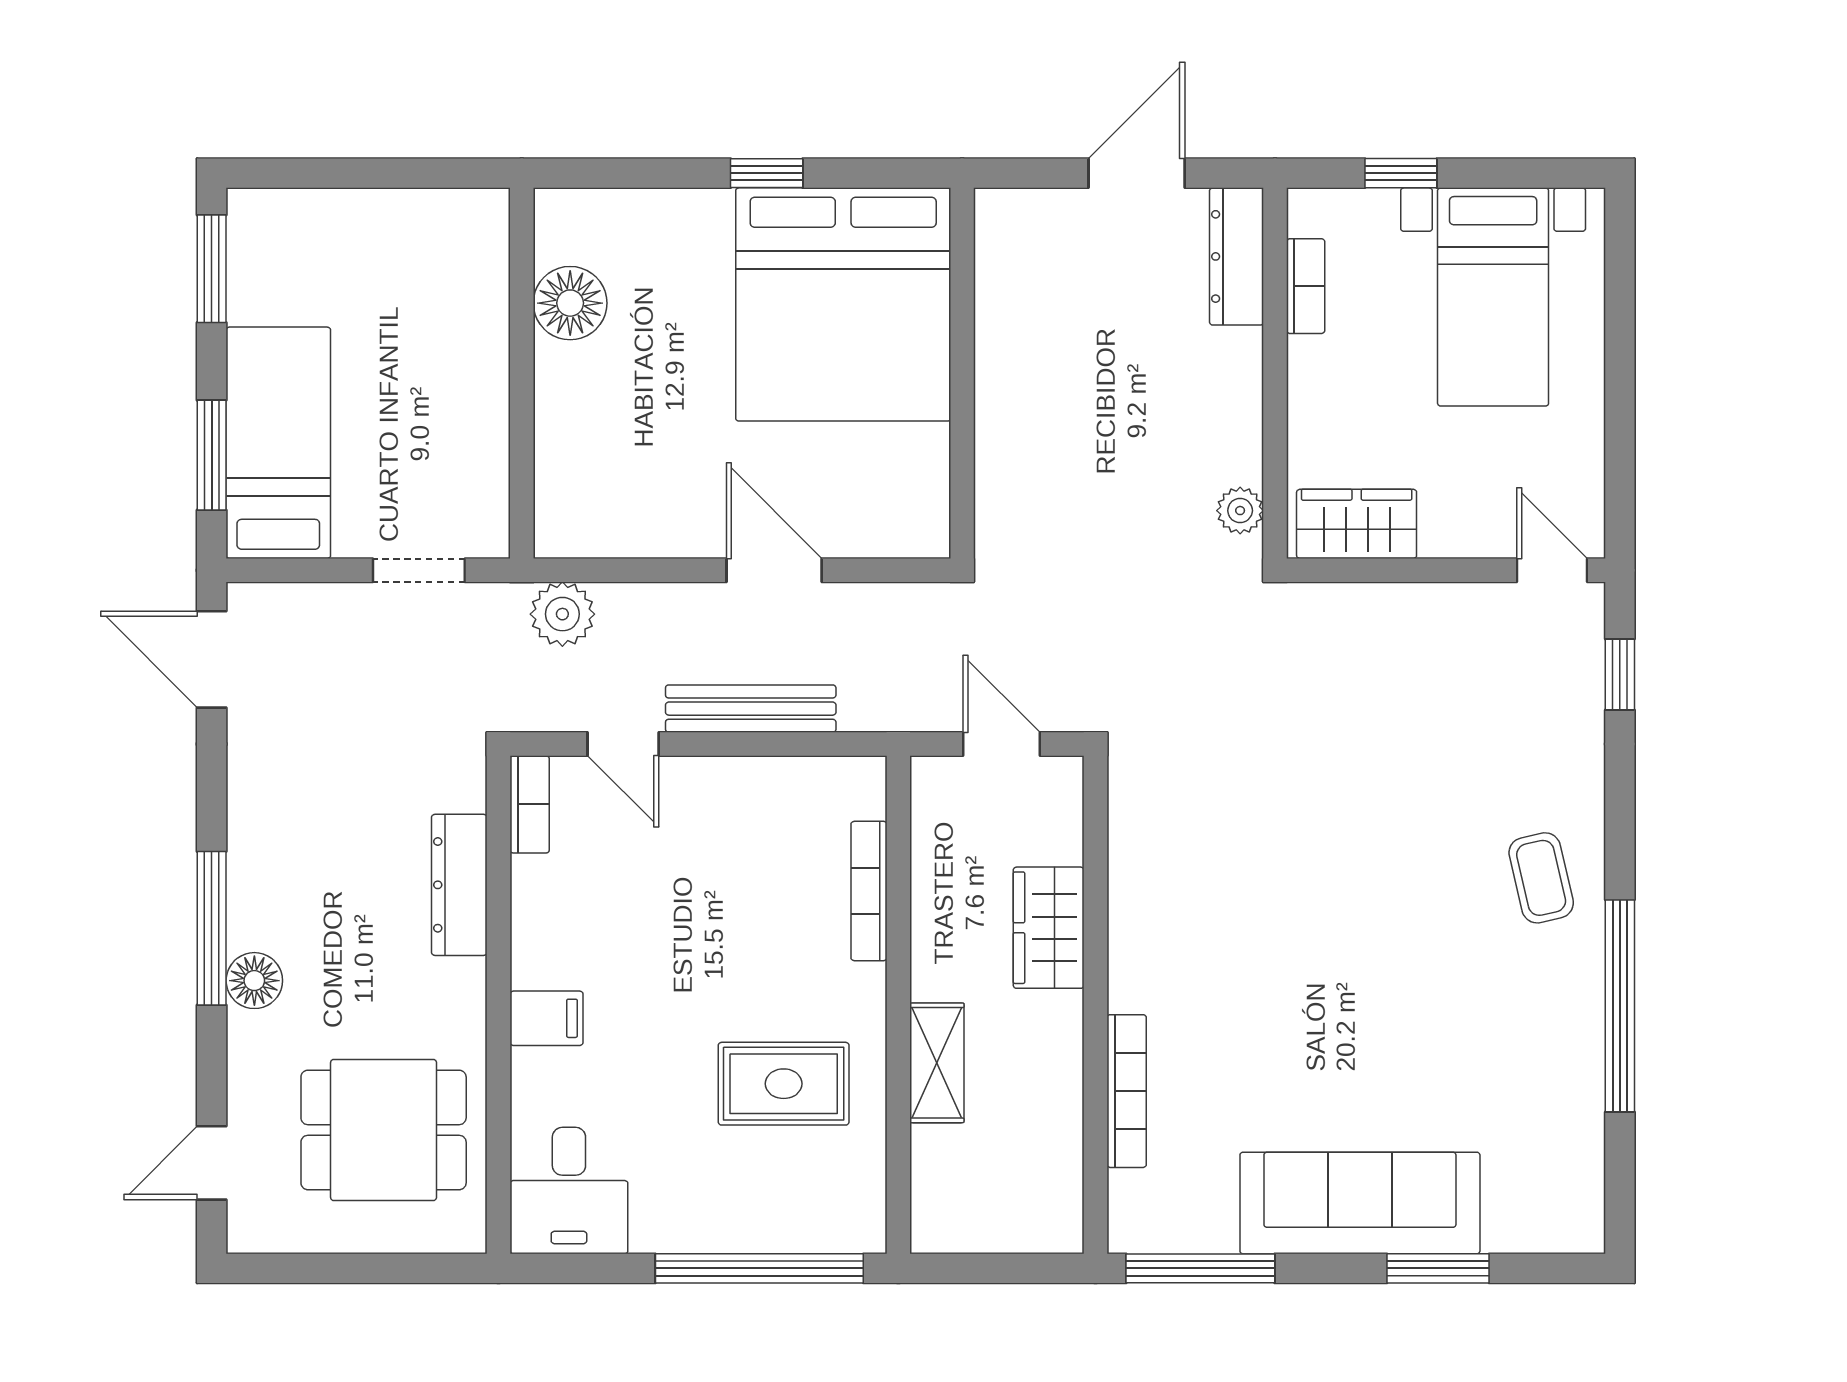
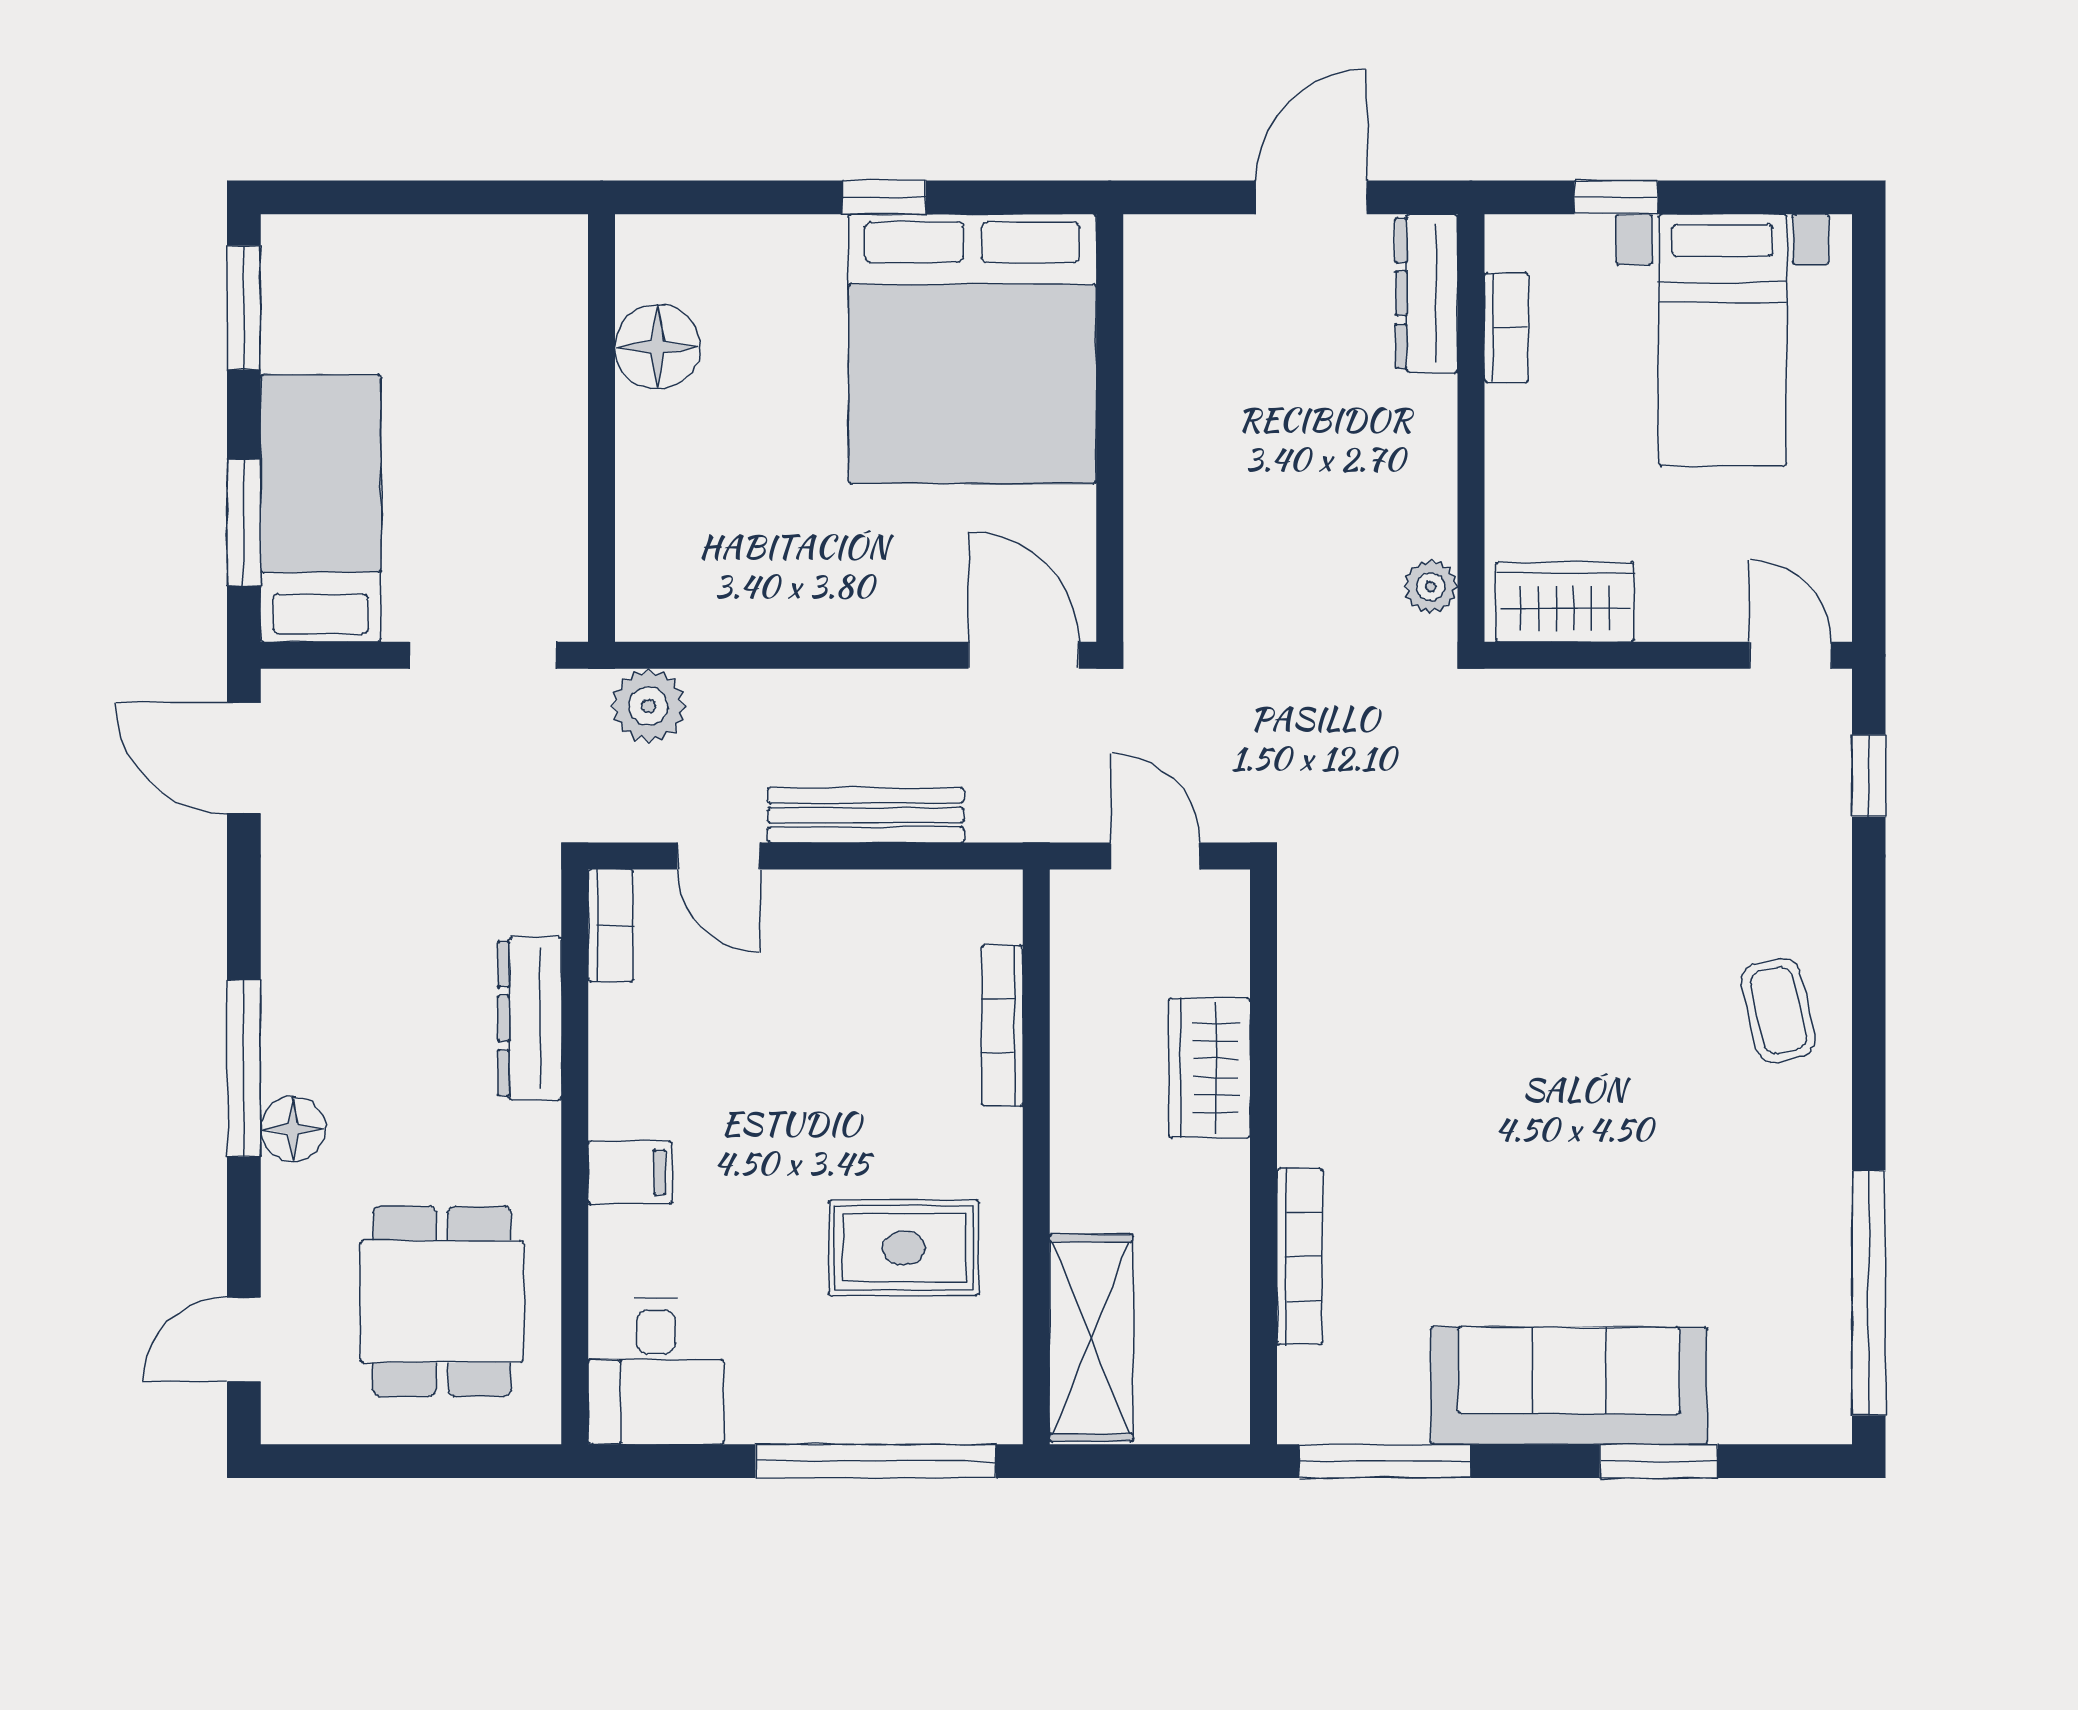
doorway: (419, 570) -> (483, 655), width x1.38
door: (774, 570) -> (1024, 655), moved
window: (1620, 1006) -> (1869, 1293), moved
shelving: (937, 1063) -> (1091, 1338), moved, width x1.50, depth x1.33
dining table: (384, 1130) -> (442, 1301), turned 90

